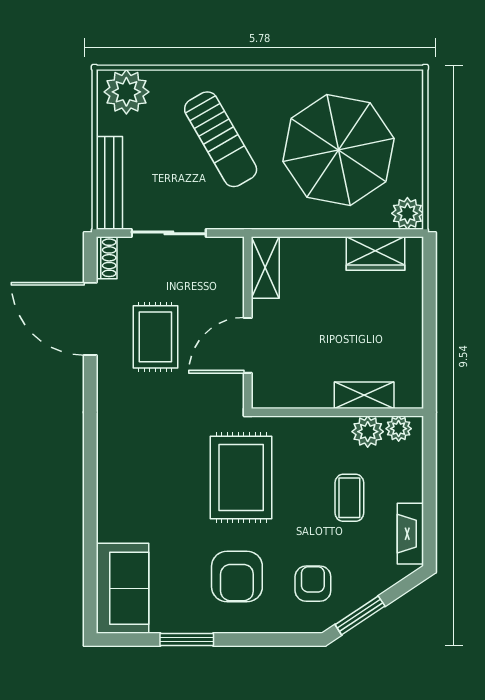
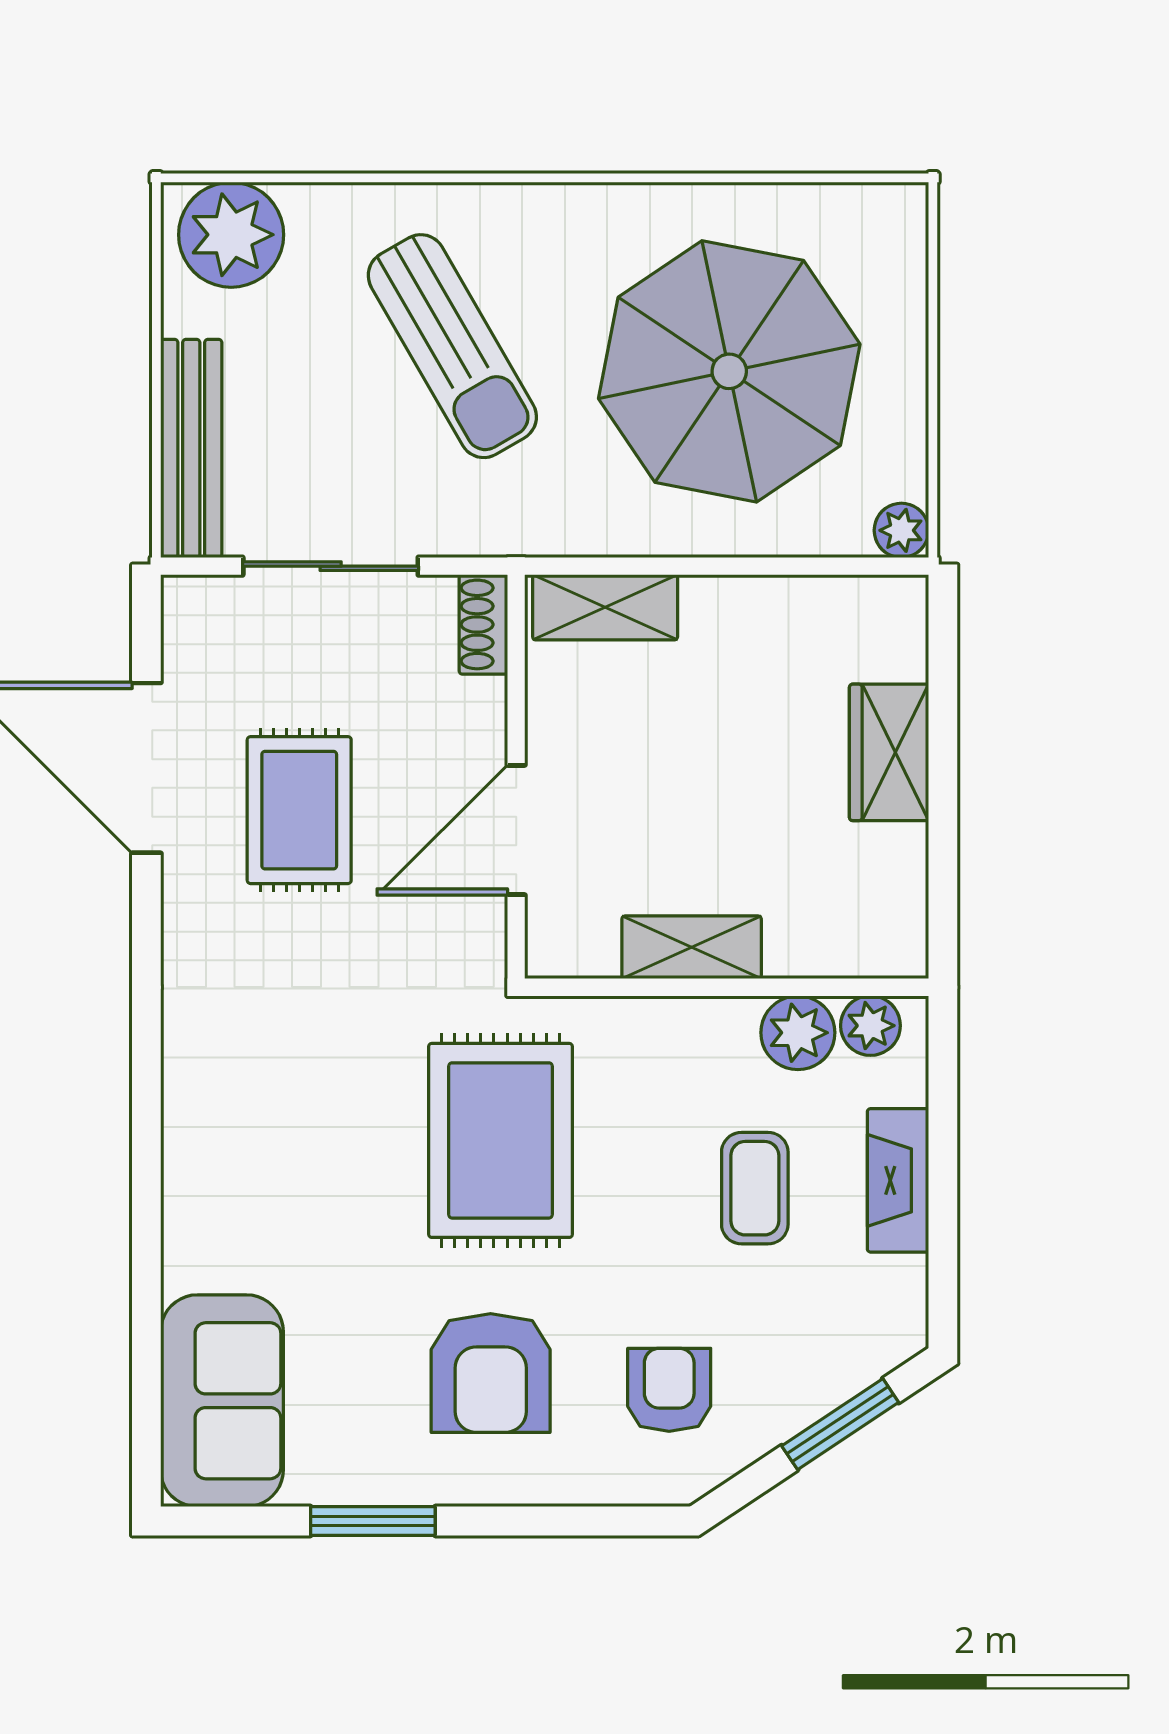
plant: (407, 213) -> (901, 530), width x0.73, depth x0.73
wardrobe: (375, 253) -> (889, 752), moved, turned 90
shoe rack: (107, 258) -> (483, 624), moved, turned 180
shelving: (265, 267) -> (605, 607), moved, turned 90
shelving: (364, 395) -> (692, 947), moved
fireplace: (410, 534) -> (898, 1180), moved
window: (360, 615) -> (840, 1424), moved

